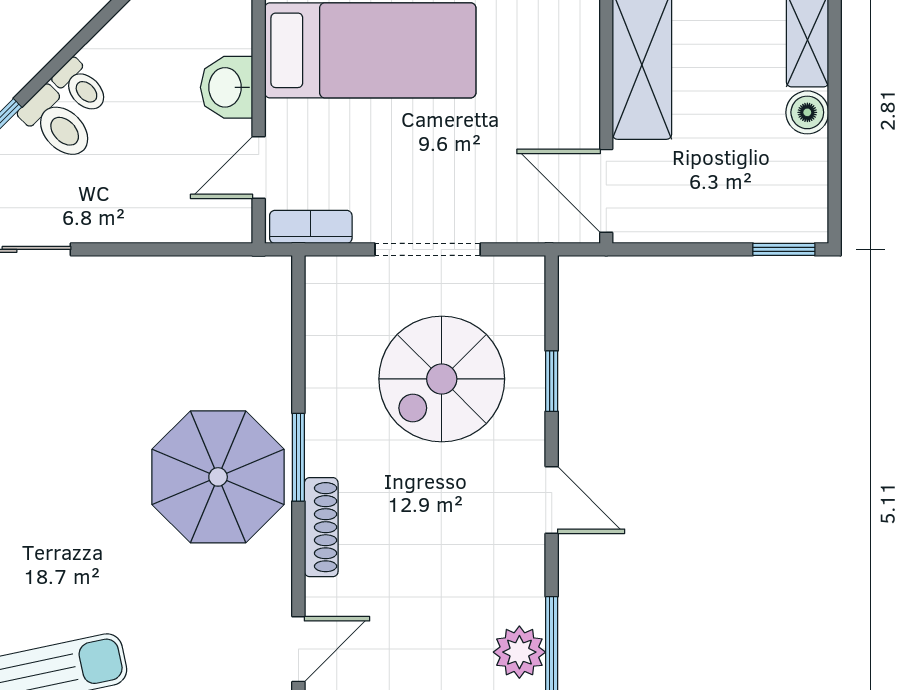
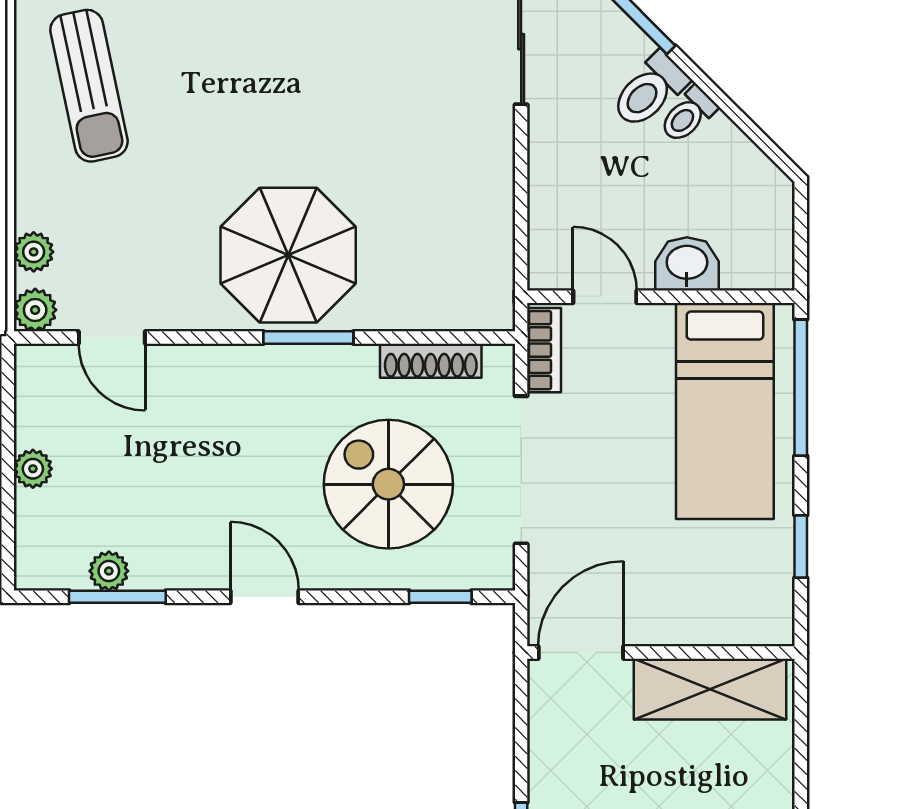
doorway: (428, 249) -> (521, 470), width x1.36
window: (552, 381) -> (440, 597), moved
door: (552, 500) -> (265, 597), swing flipped
shoe rack: (321, 527) -> (431, 361), moved
plant: (519, 652) -> (109, 571), width x0.73, depth x0.73

